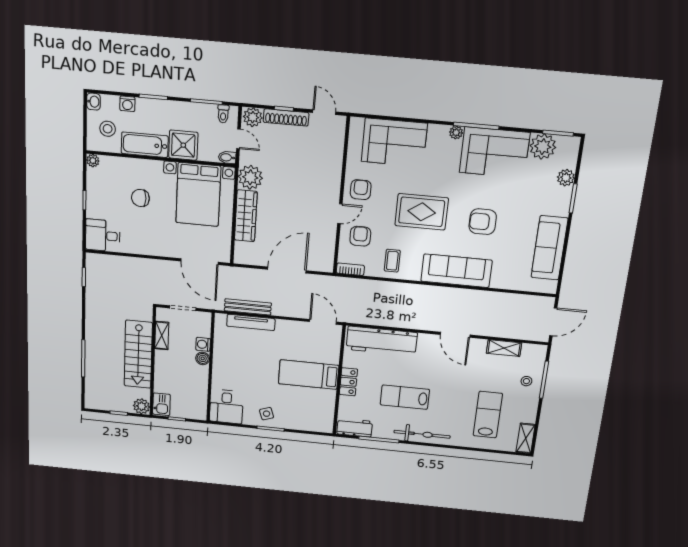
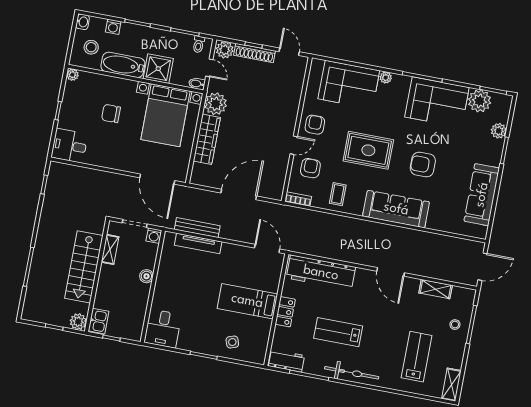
plant: (456, 132) -> (386, 78), moved
washing machine: (203, 344) -> (154, 236), moved, turned -90
side table: (267, 414) -> (232, 342), moved

